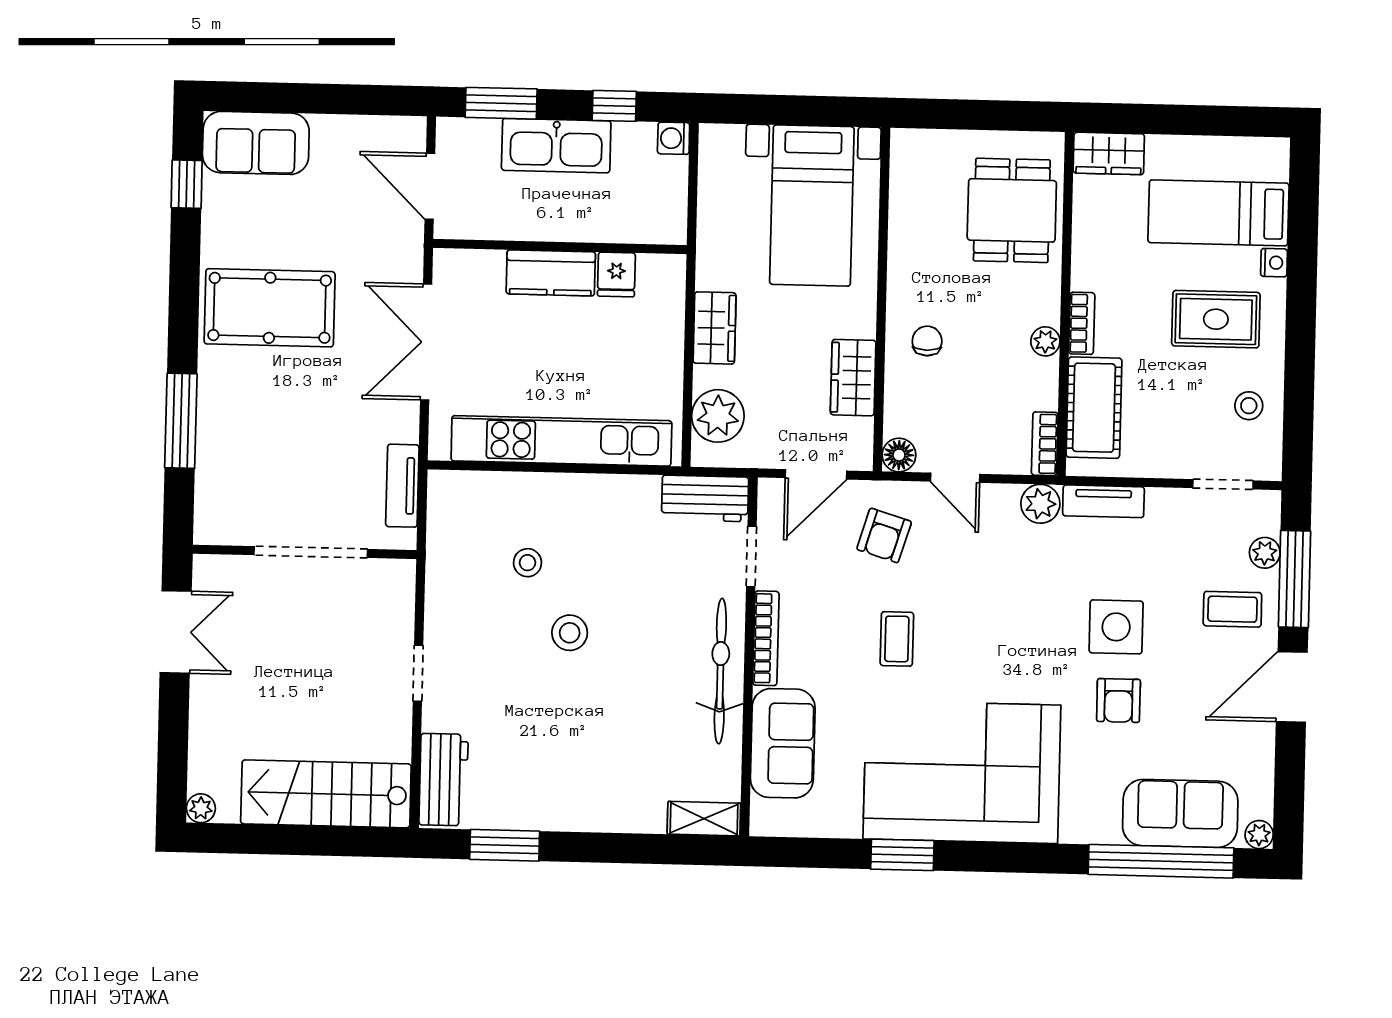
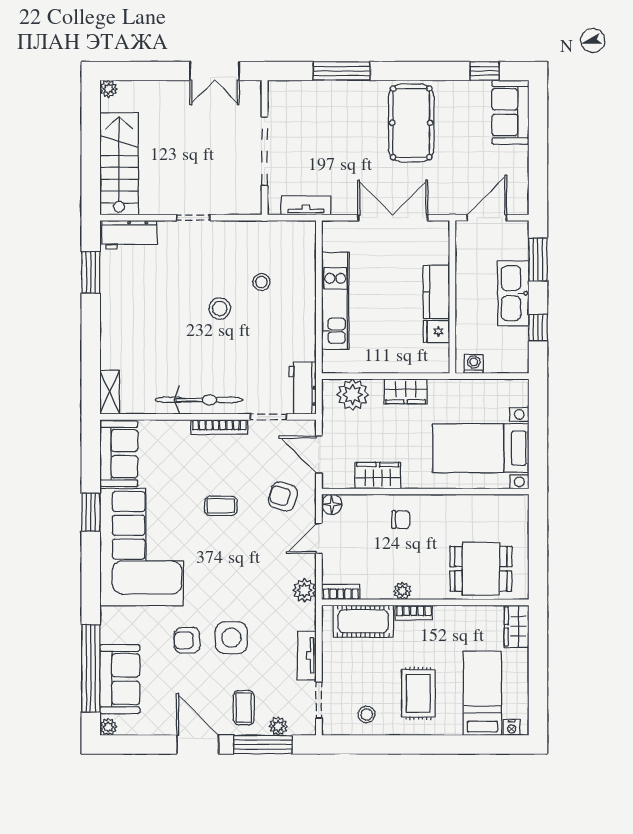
washing machine: (674, 138) -> (474, 364), moved
nightstand: (1274, 263) -> (512, 728), moved
kitchen unit: (561, 441) -> (335, 301), width x0.73
tv unit: (1103, 501) -> (307, 655), moved
sofa: (783, 743) -> (119, 454), moved, turned -90

